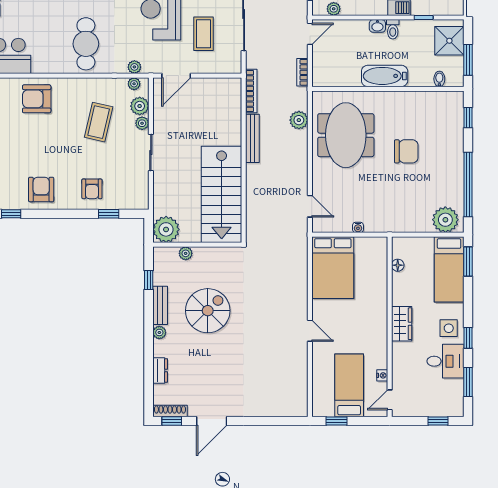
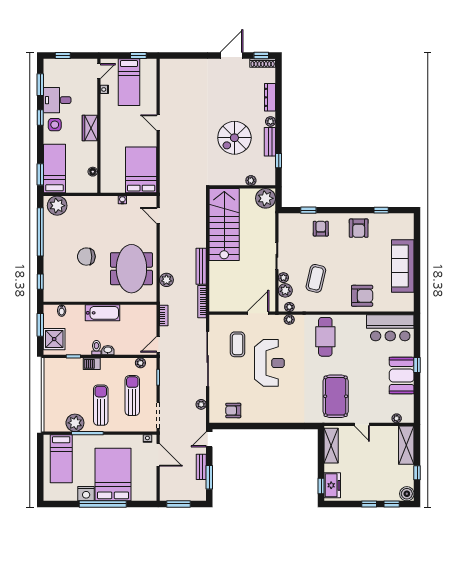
dresser: (160, 370) -> (270, 97), width x1.44

